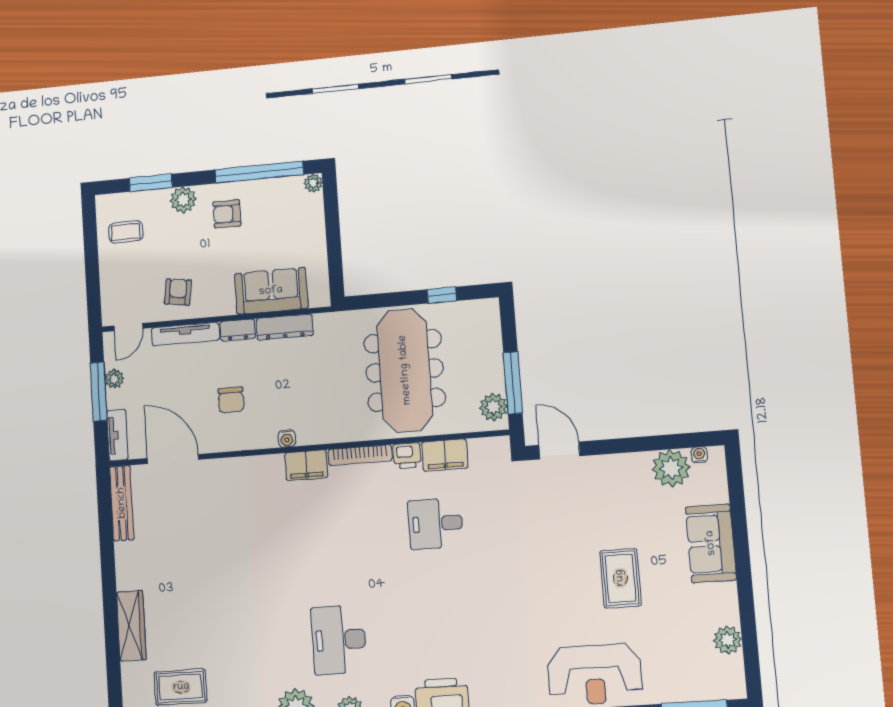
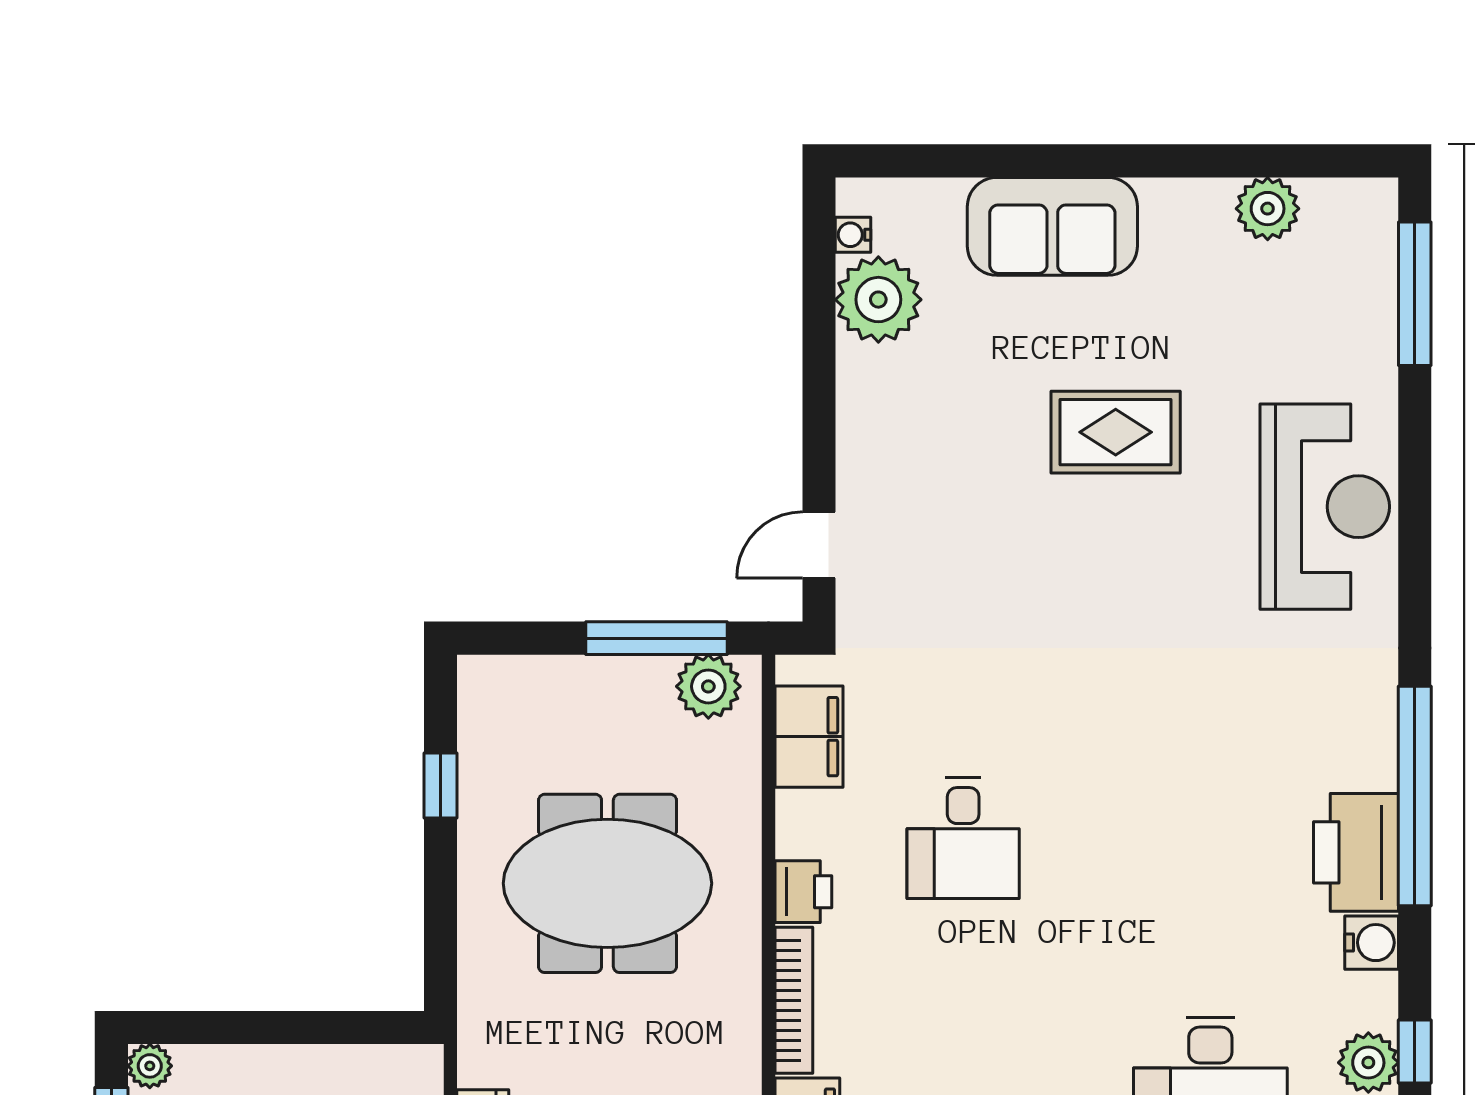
meeting table: (405, 370) -> (607, 883), width x0.73
door: (559, 451) -> (819, 545), width x0.73
filing cabinet: (445, 455) -> (809, 737), moved

